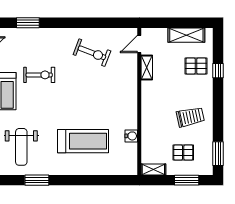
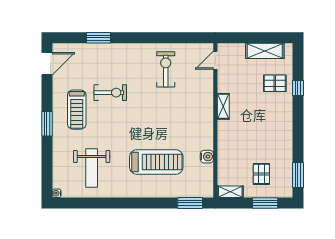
exercise bike: (92, 53) -> (166, 69), turned -111
shelving: (147, 67) -> (223, 106), moved
trolley: (190, 117) -> (269, 137), removed
pallet: (183, 152) -> (261, 174), turned 90
window: (37, 180) -> (190, 203), moved

